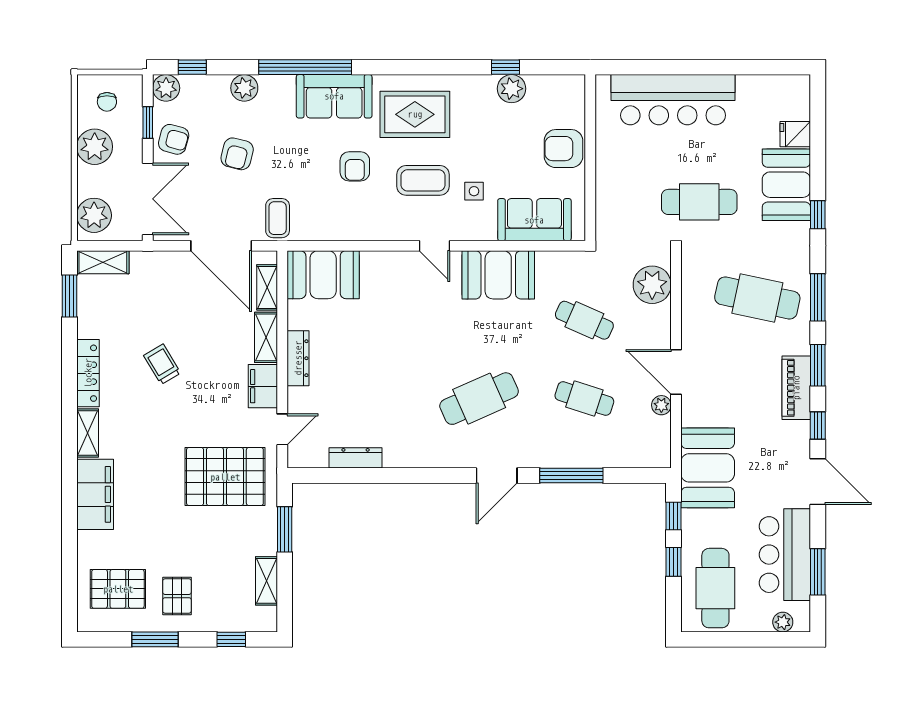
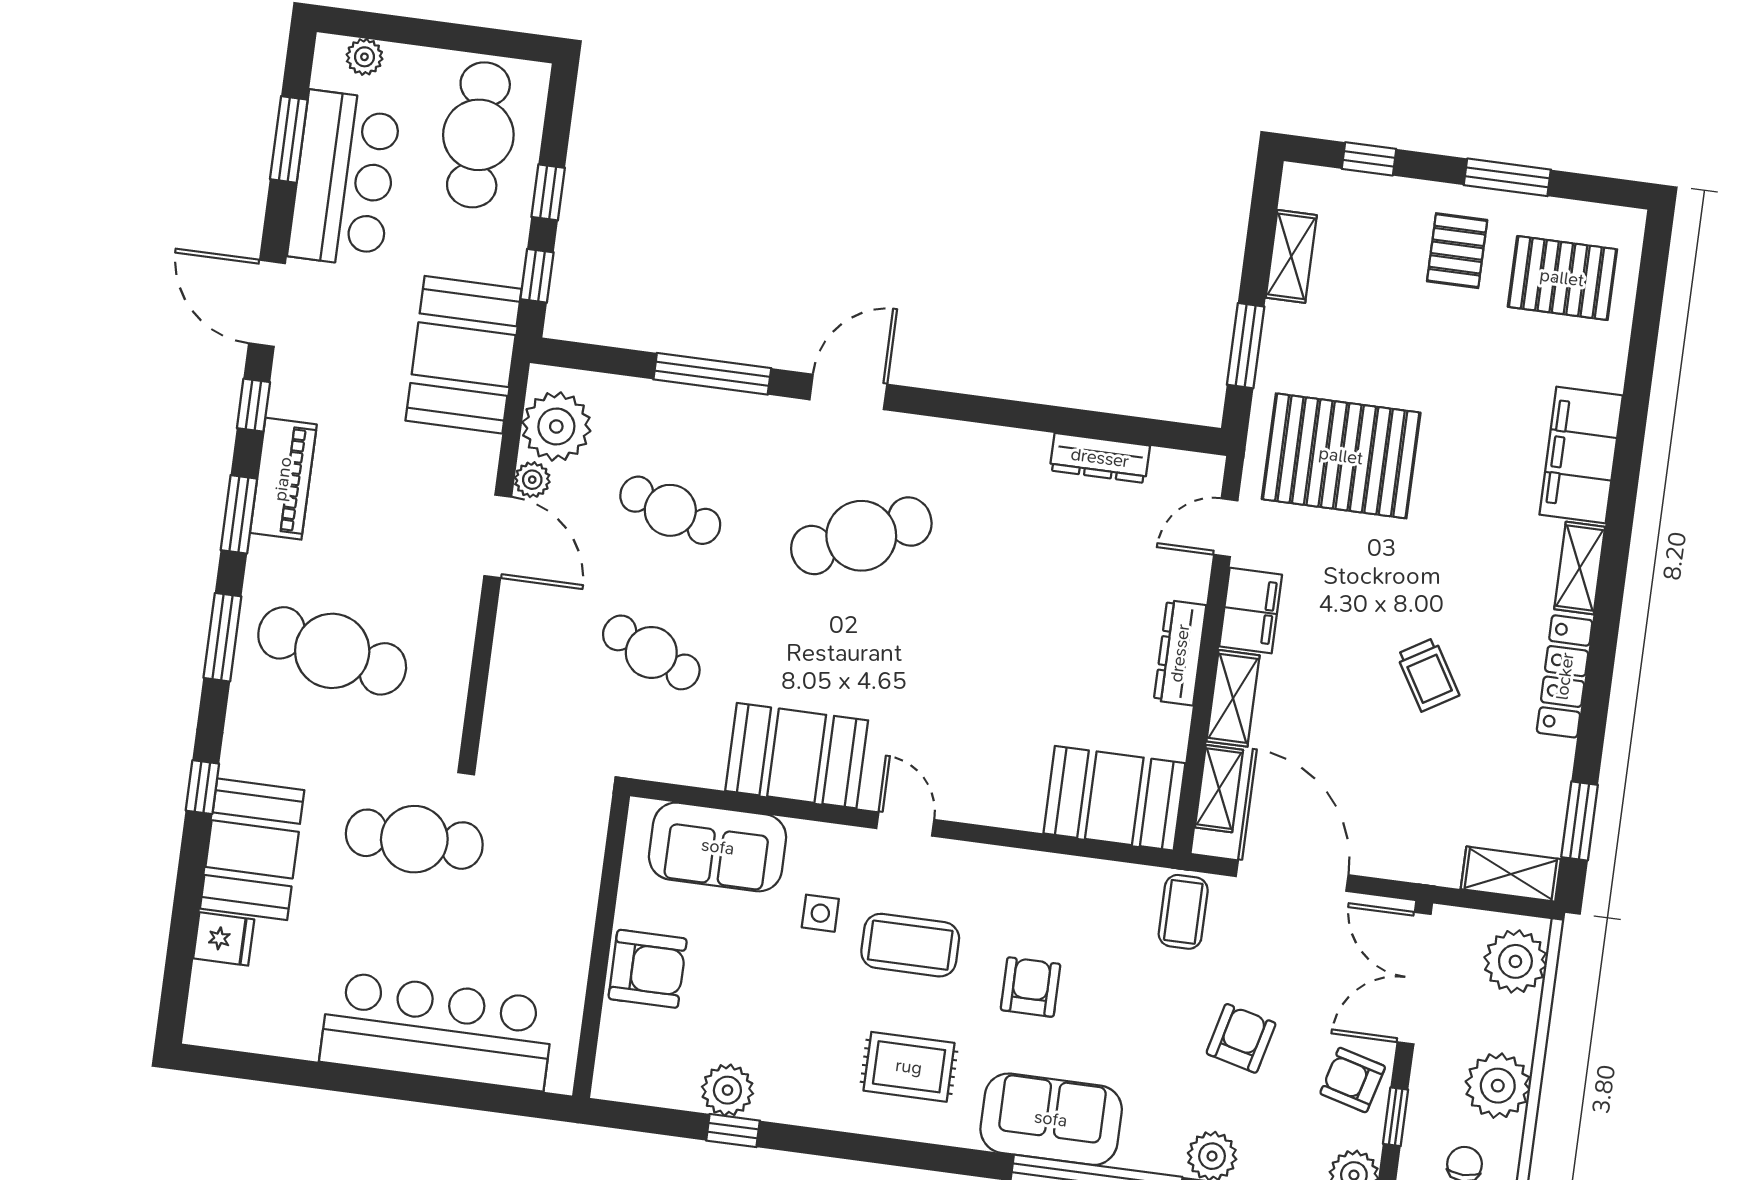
rug: (415, 114) -> (909, 1067), width x0.73, depth x0.70
plant: (652, 285) -> (556, 426), moved

